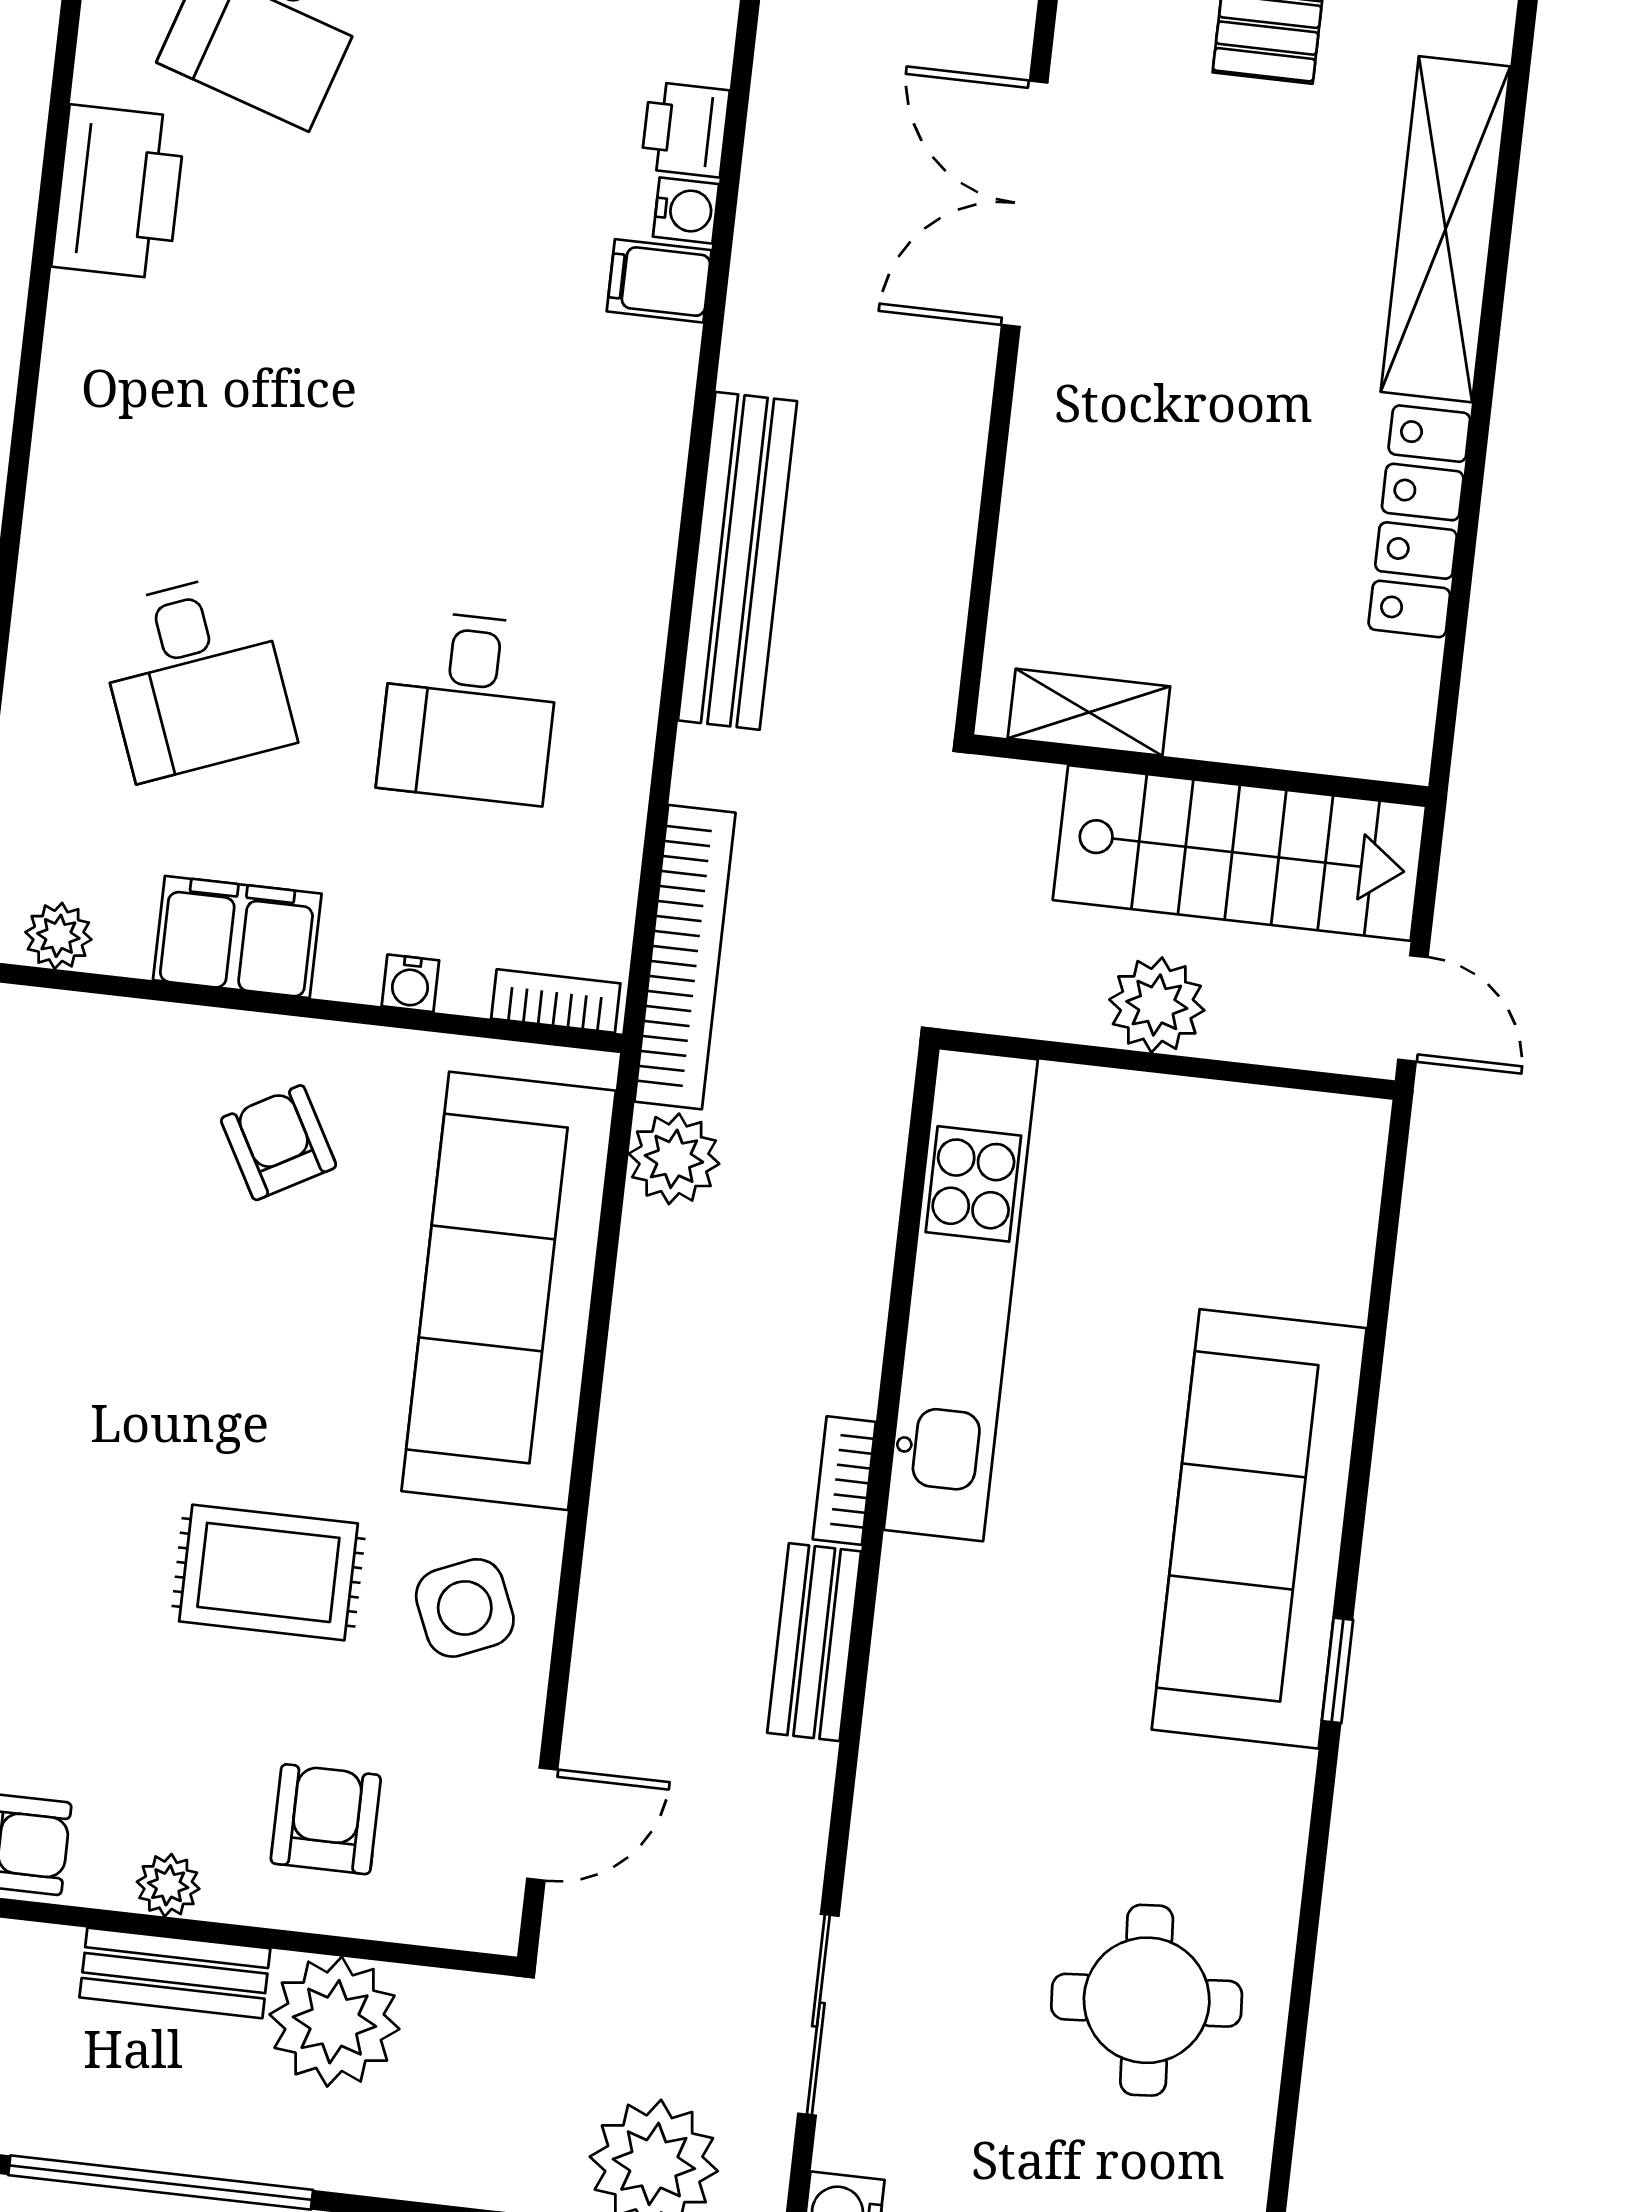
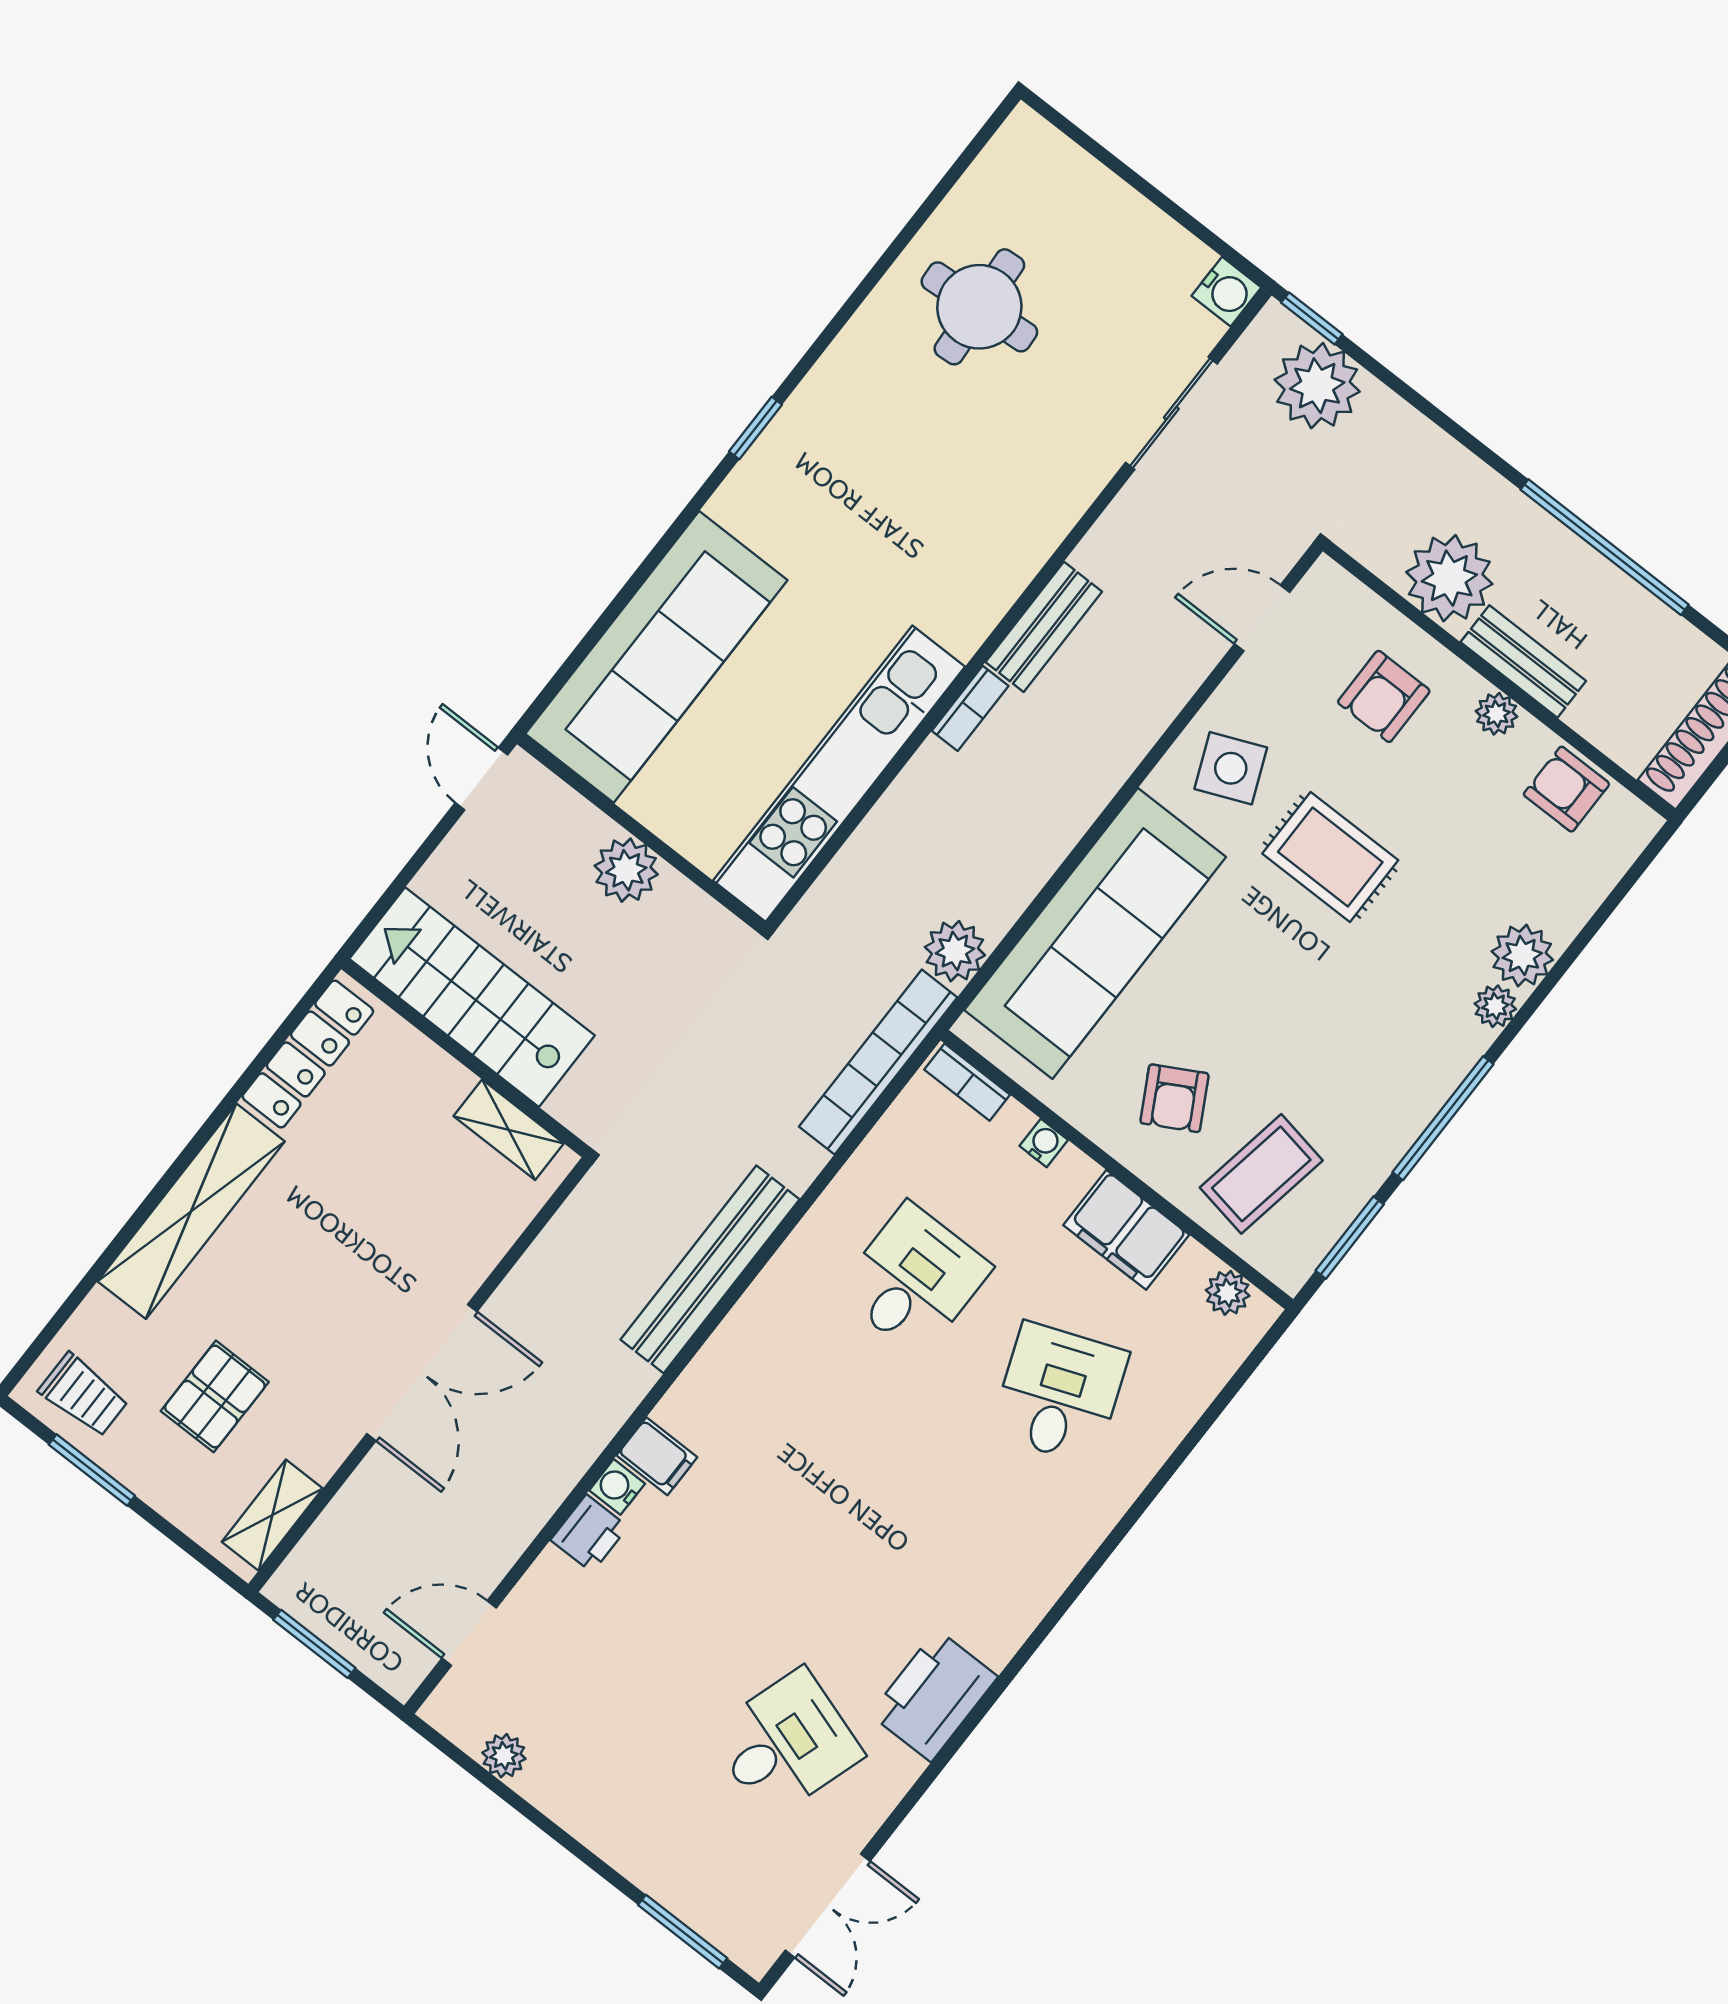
shelving: (1089, 712) -> (509, 1130), moved
wall: (1200, 770) -> (465, 1058), moved
stairs: (1239, 853) -> (472, 997), moved
coffee table: (109, 1114) -> (1261, 1174), added
sofa: (1259, 1529) -> (656, 657), moved

